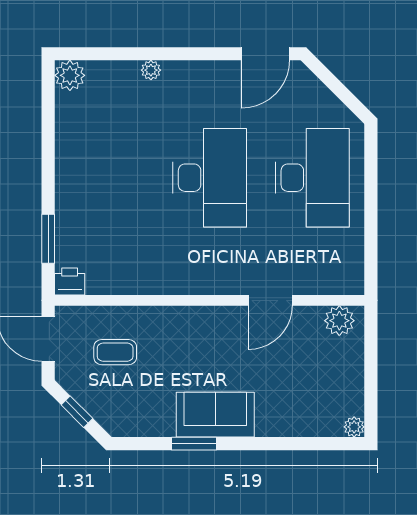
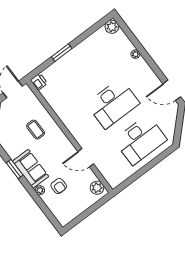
window: (48, 239) -> (62, 53), moved
coffee table: (115, 352) -> (36, 130), moved
armchair: (284, 387) -> (59, 186), added
plant: (354, 427) -> (40, 190), moved

